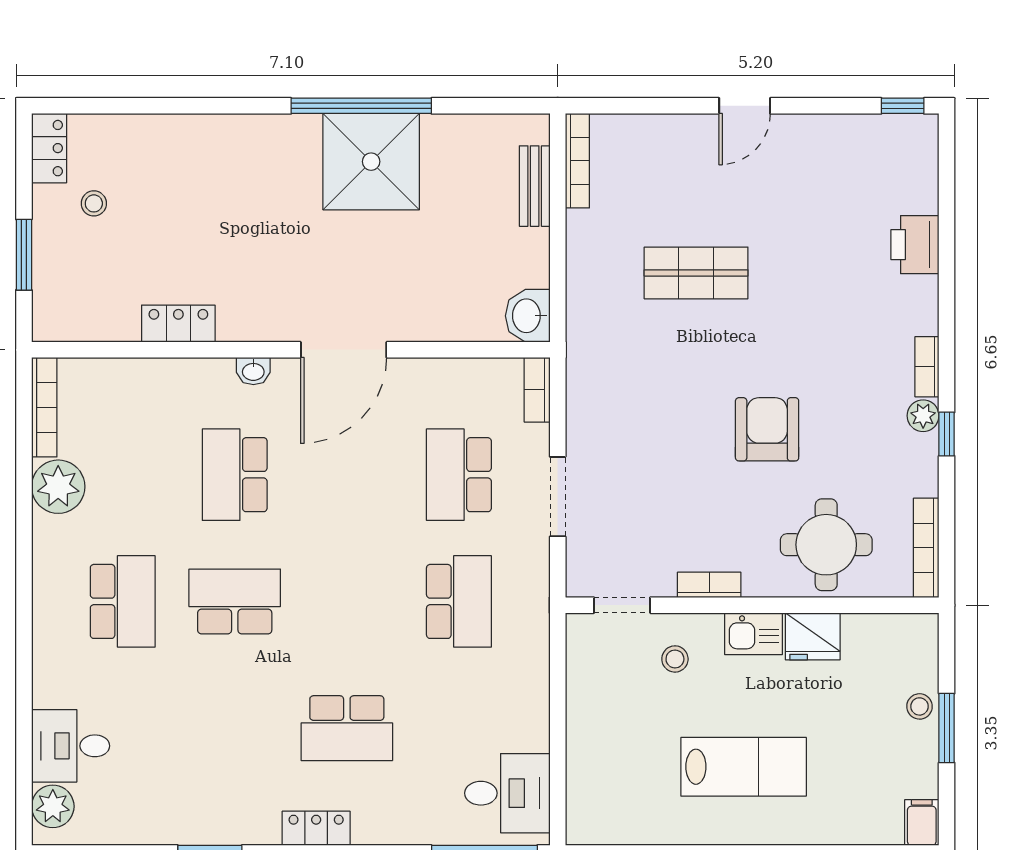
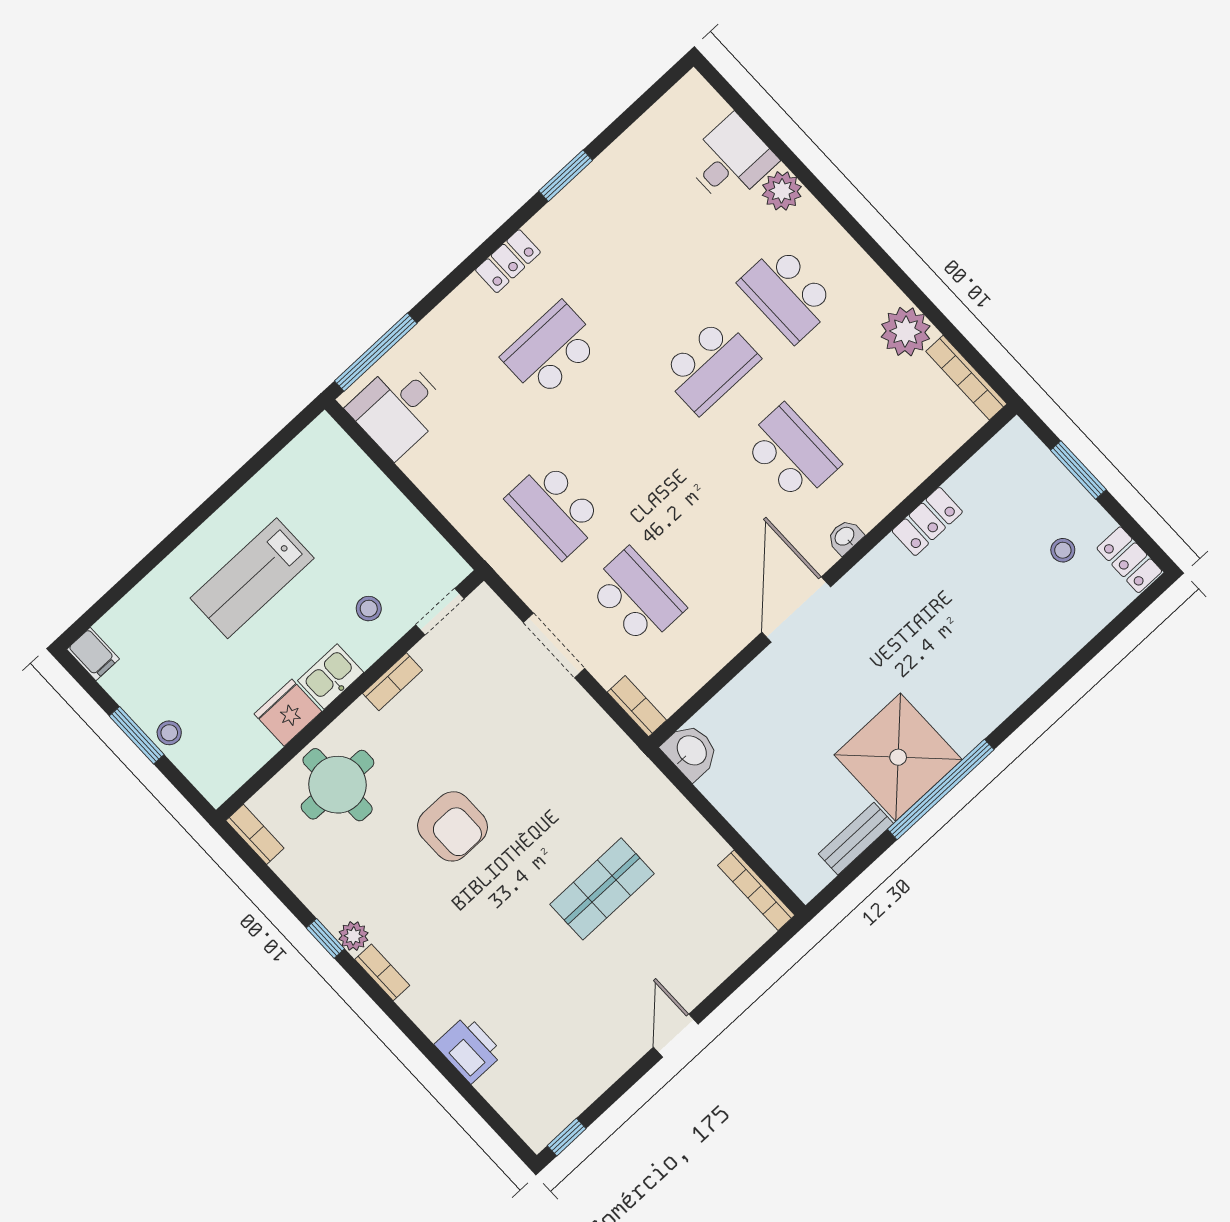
bench: (535, 186) -> (856, 839), moved, turned 90
bookcase: (926, 548) -> (255, 834), width x0.64
plant: (53, 806) -> (782, 191), moved

